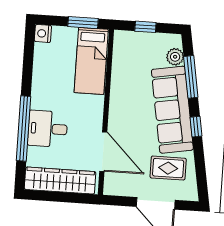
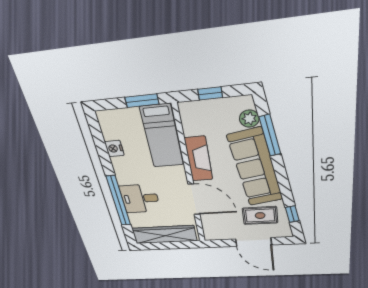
nightstand: (43, 33) -> (114, 148), moved
fireplace: (120, 91) -> (199, 159), added
window: (196, 127) -> (292, 214), moved
door: (103, 152) -> (194, 199), moved

